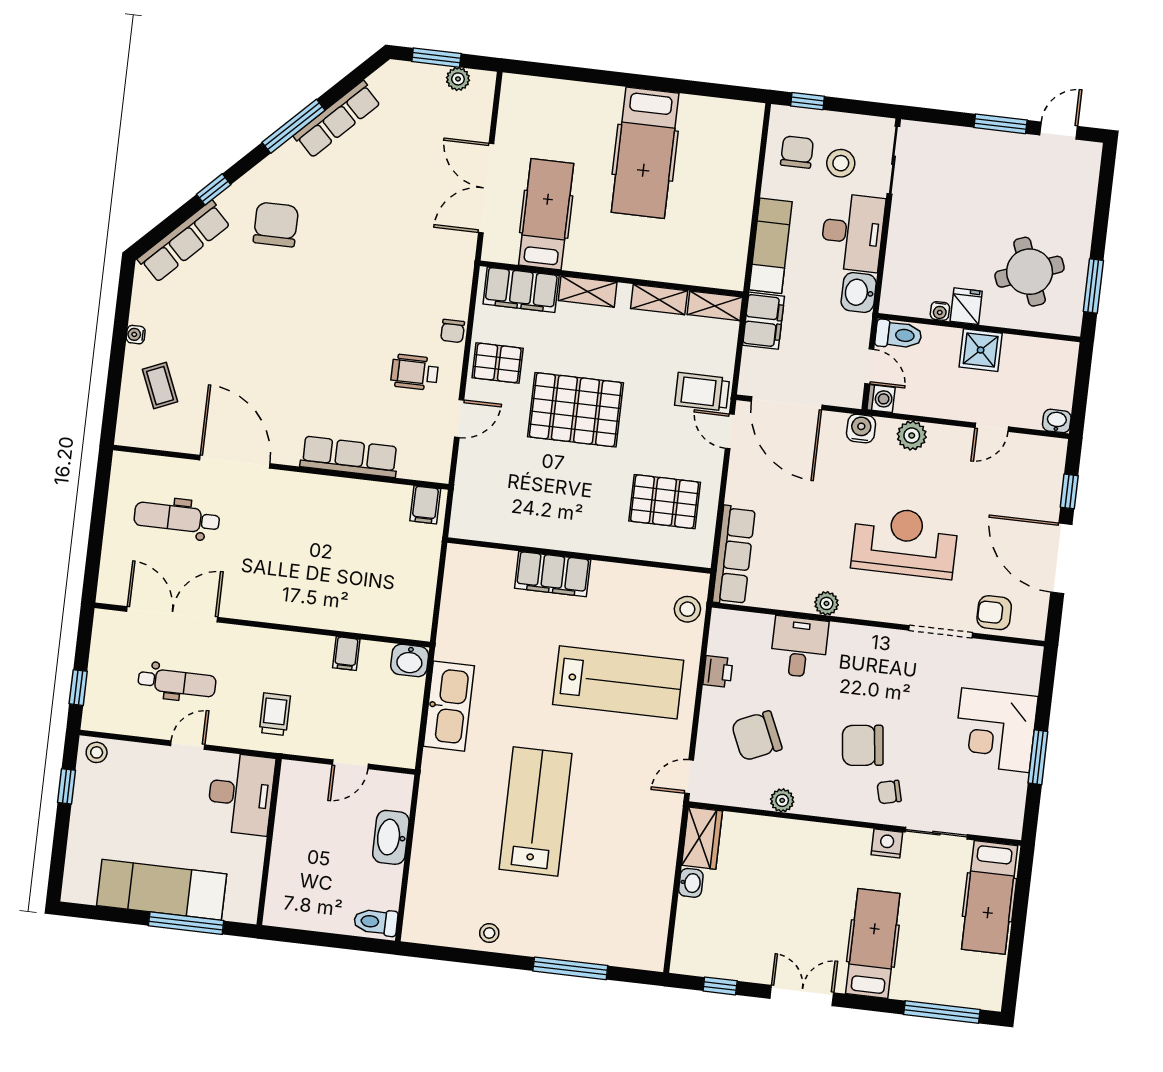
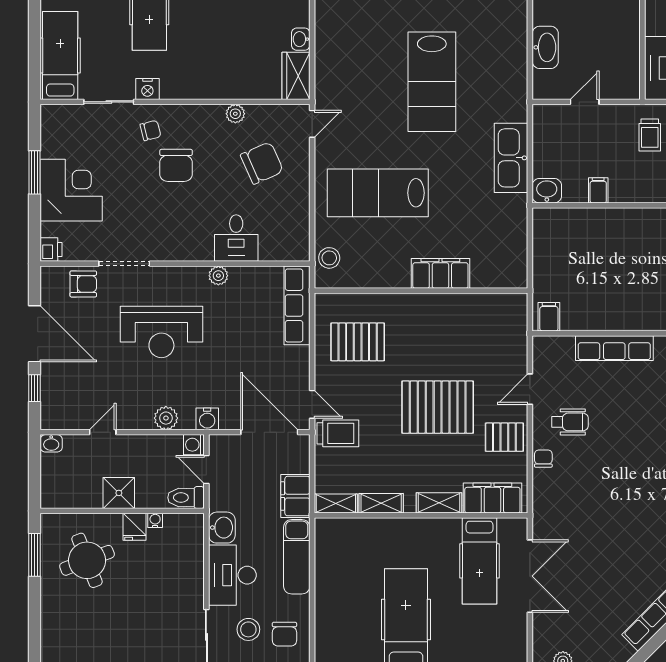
printer: (718, 672) -> (51, 250), moved, turned 180
chair: (863, 745) -> (176, 165), turned 97

